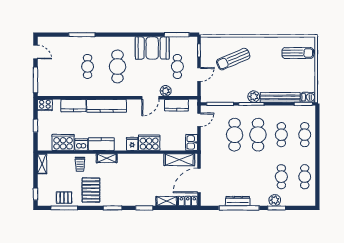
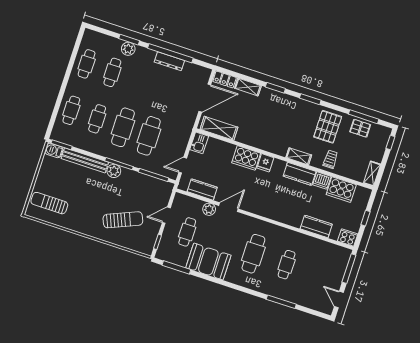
kitchen counter: (107, 106) -> (280, 214), removed

